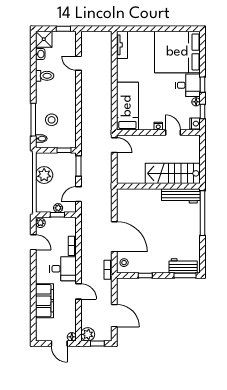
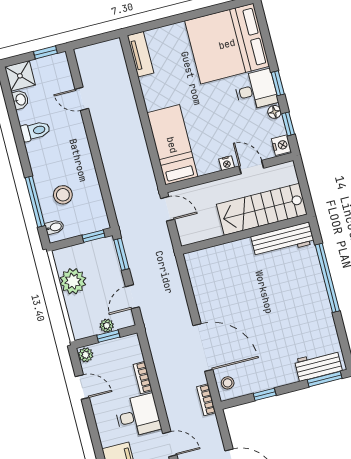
stairs: (173, 173) -> (262, 209), moved
wall: (158, 186) -> (245, 234), moved
workbench: (181, 196) -> (283, 240), moved

